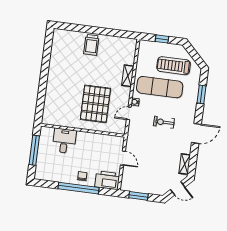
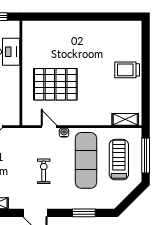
window: (162, 39) -> (146, 155), width x2.17
treadmill: (174, 66) -> (119, 160), moved
shelving: (128, 76) -> (125, 119), moved

